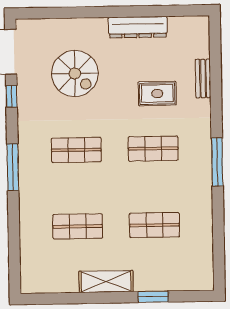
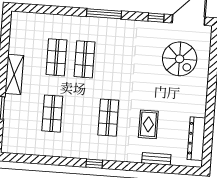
dresser: (138, 27) -> (196, 139), moved
spiral stairs: (75, 73) -> (180, 59), moved, turned -90
shop shelf: (76, 150) -> (84, 59), moved
window: (217, 162) -> (94, 164), width x0.46

